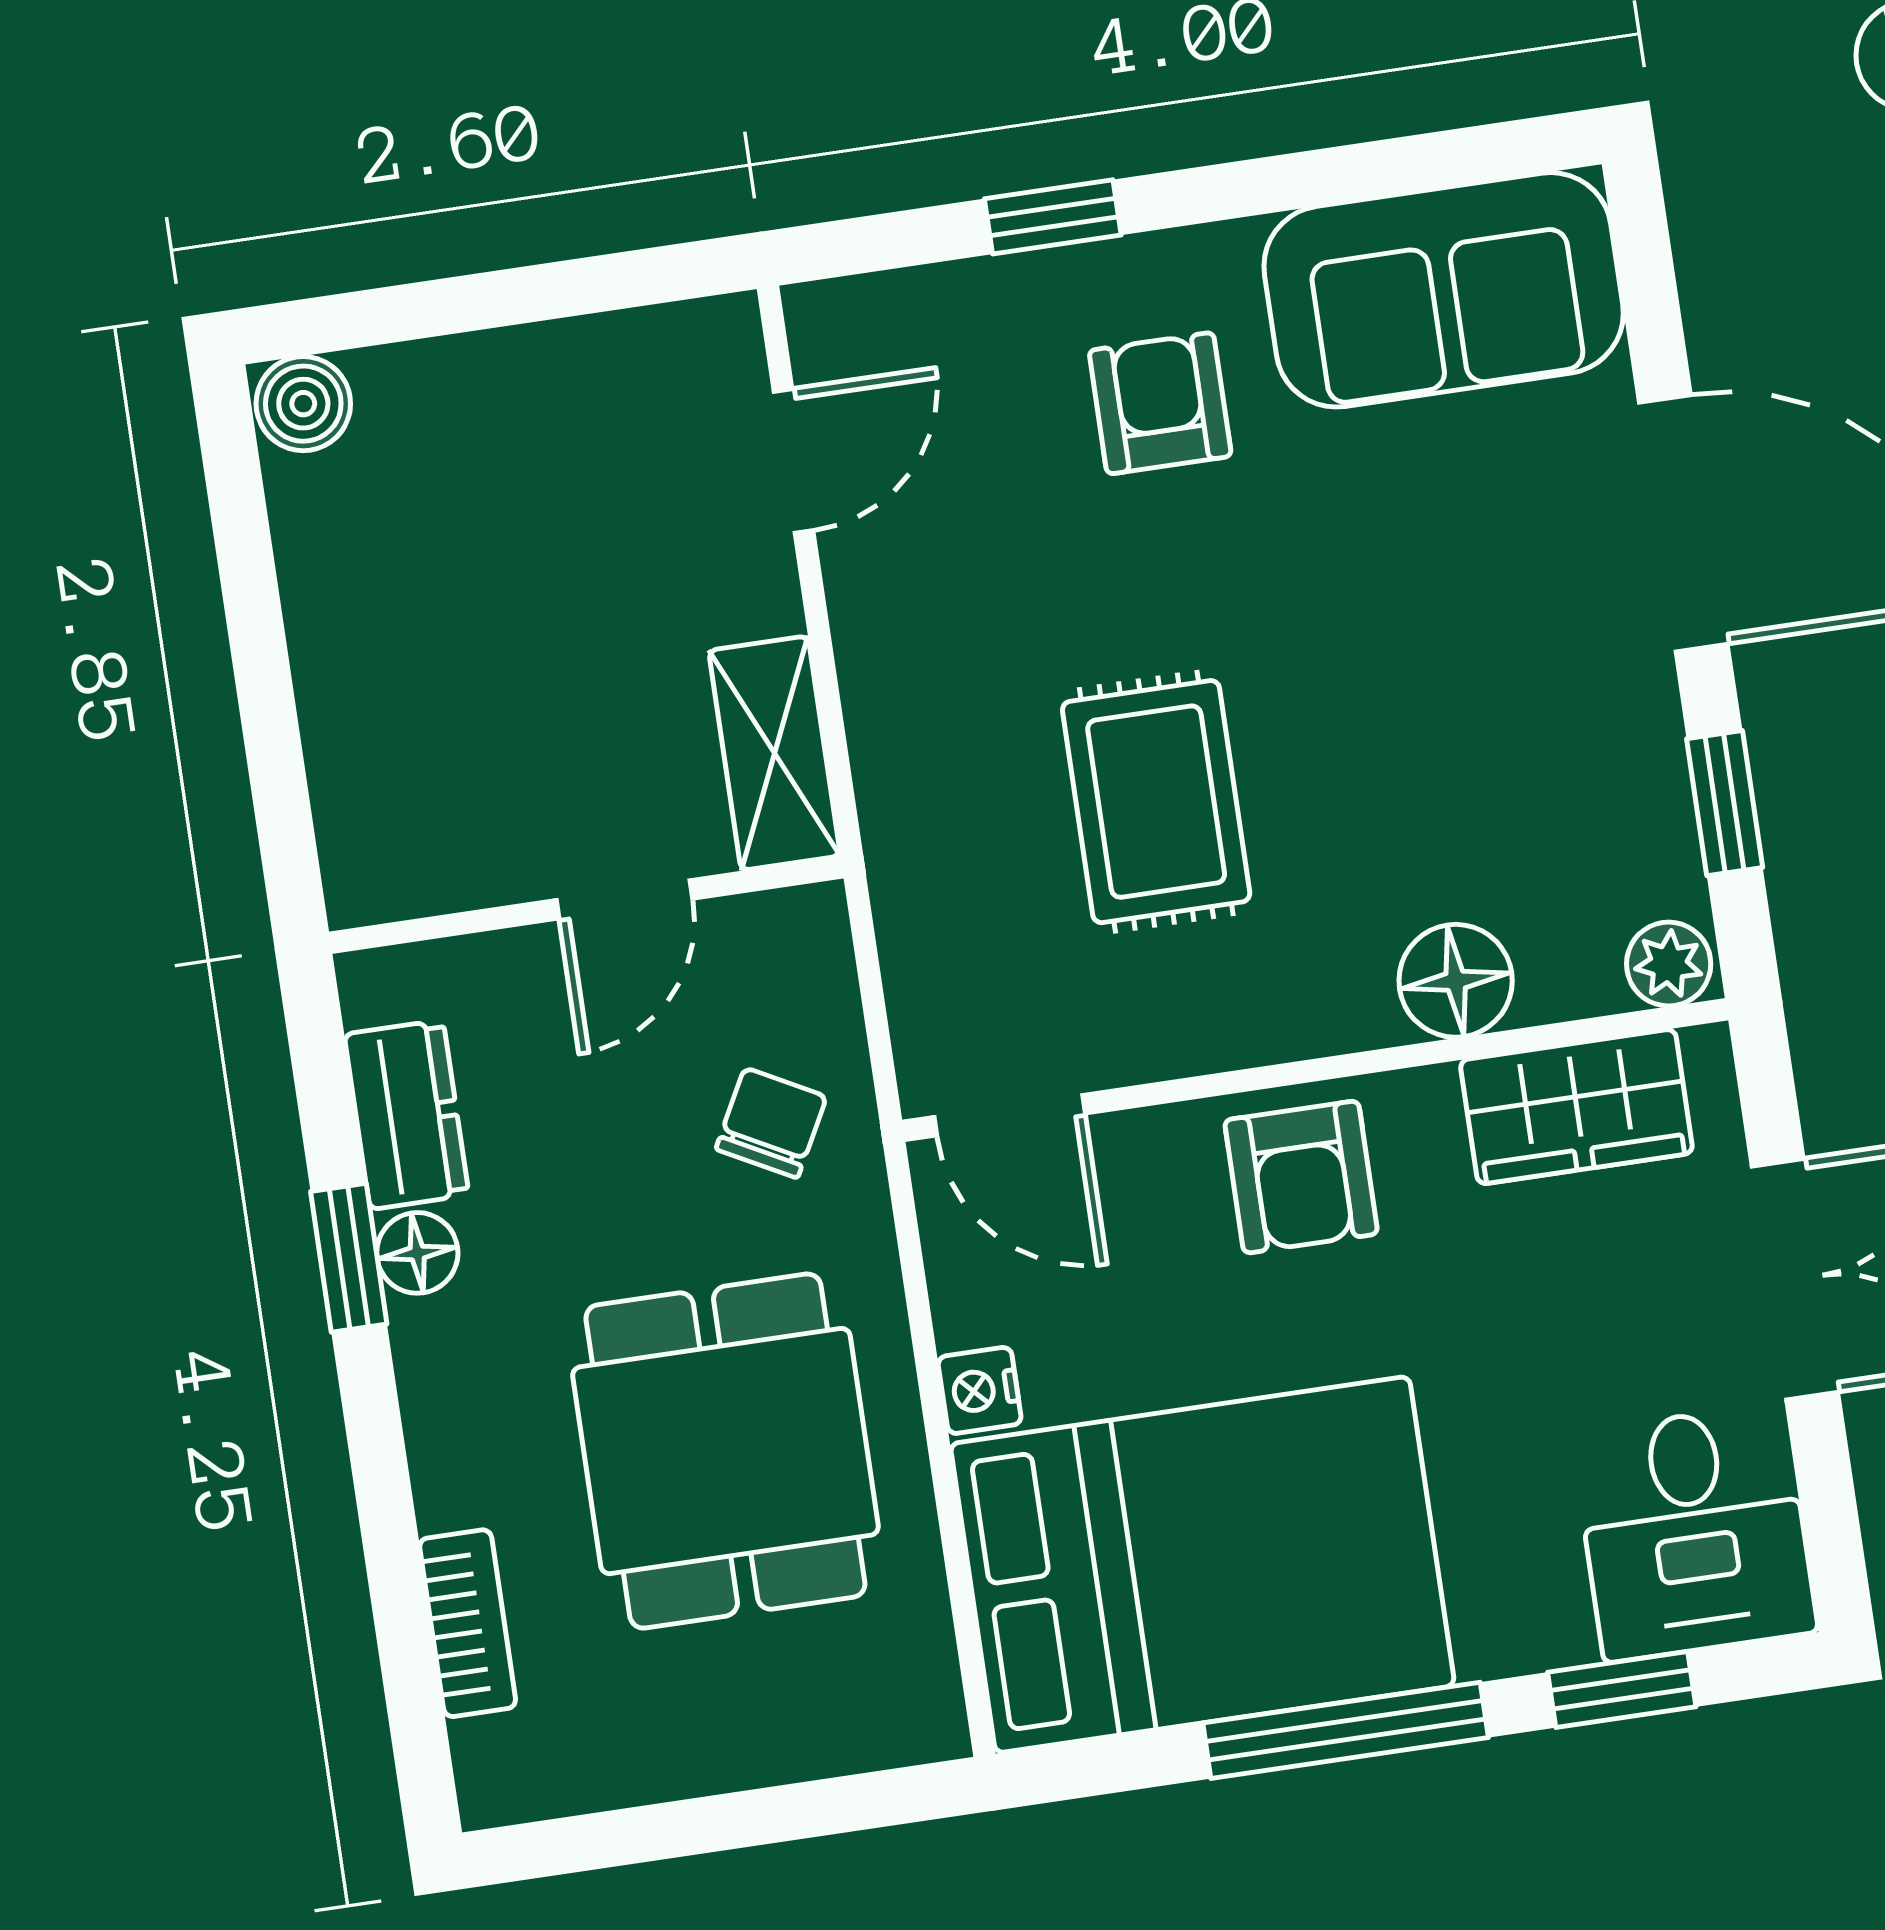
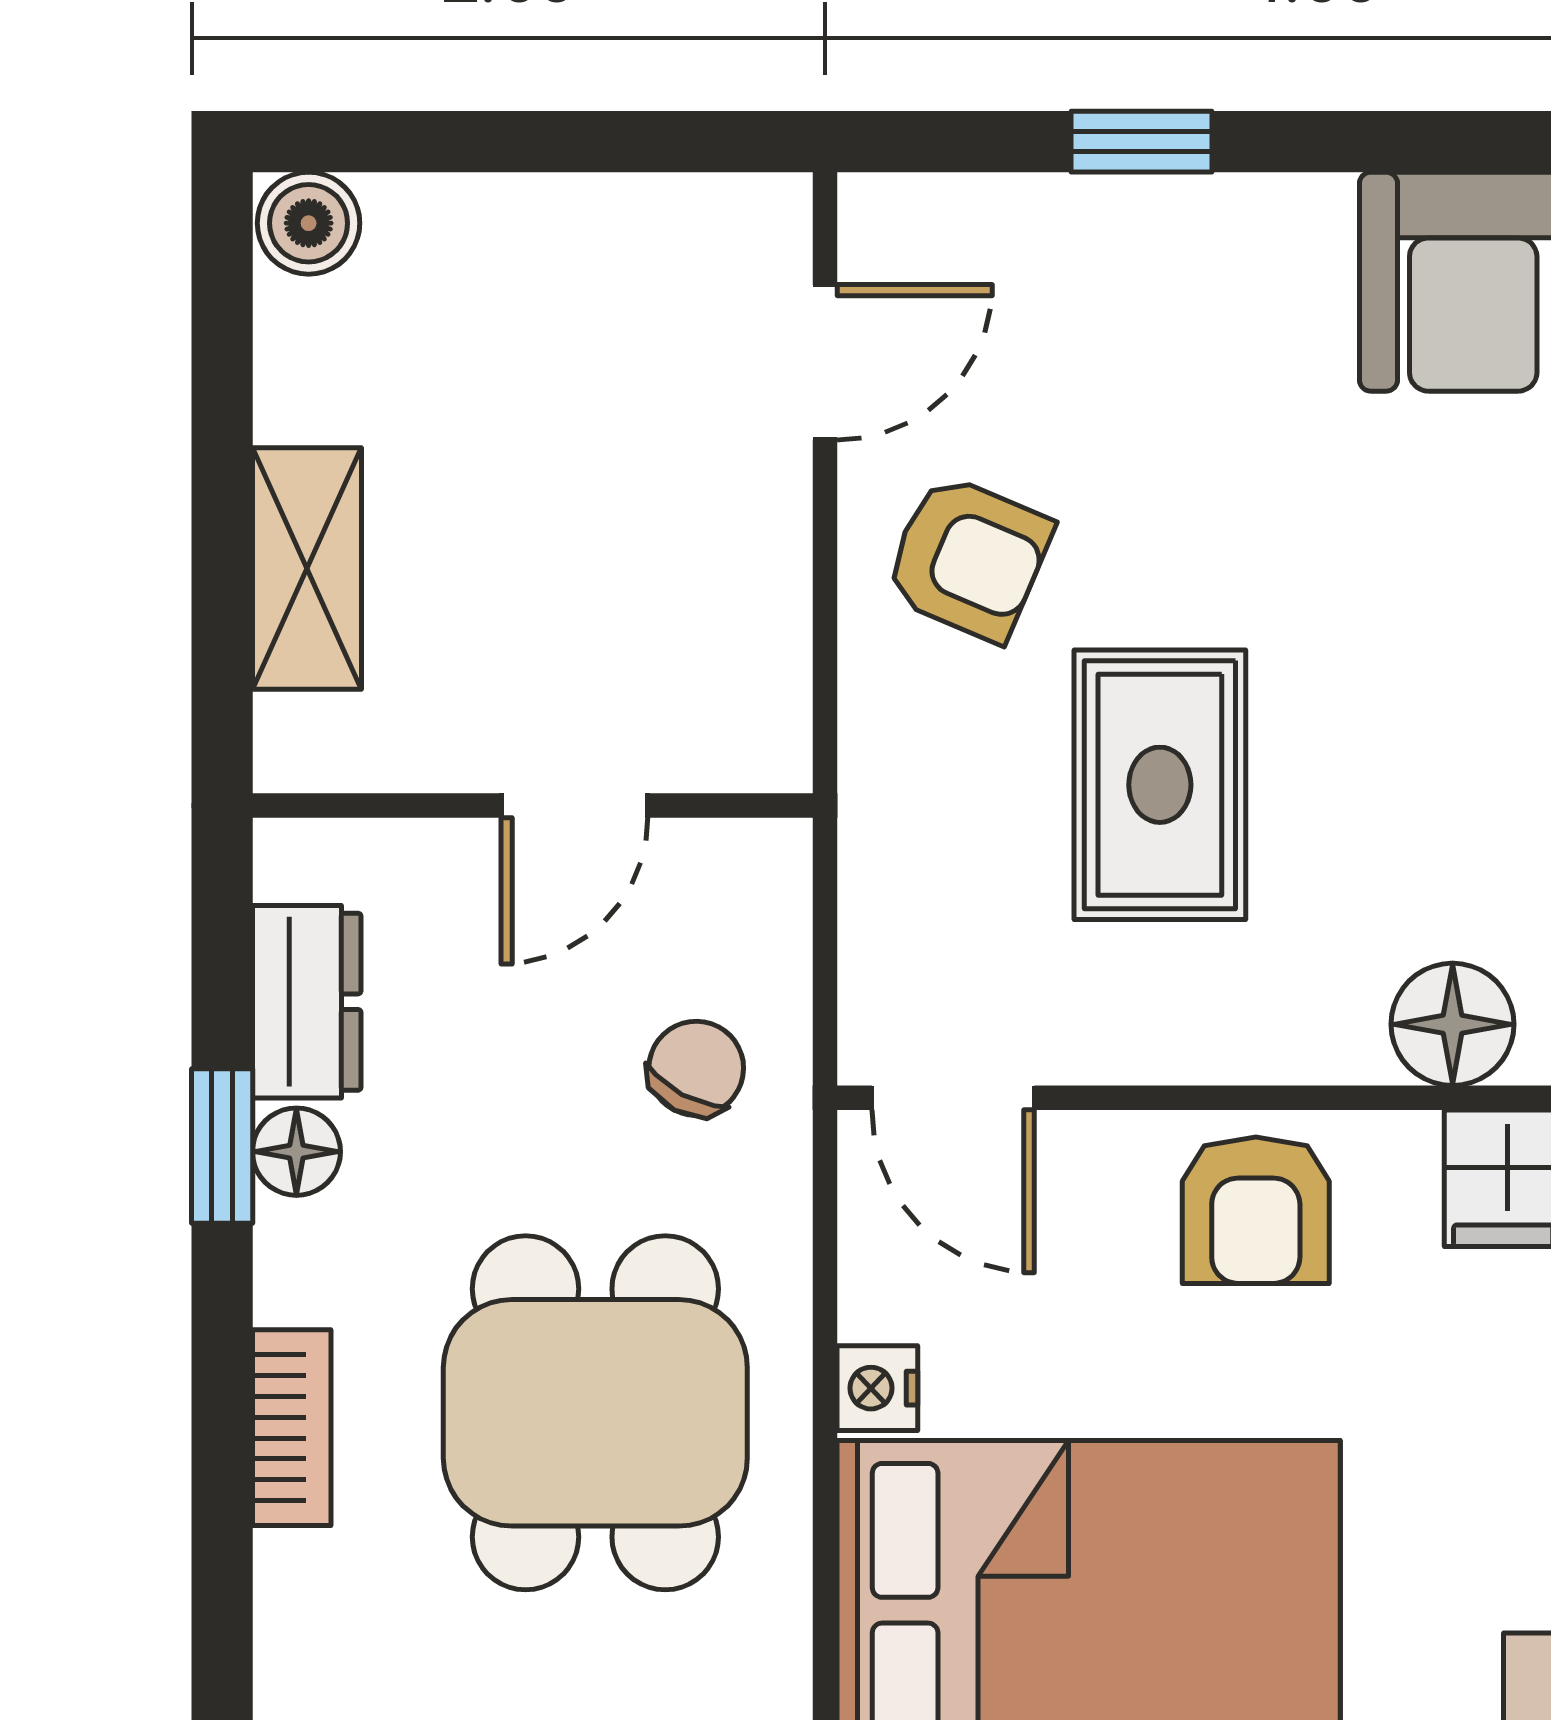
armchair: (1160, 403) -> (968, 558), moved, turned 113
shelving: (775, 753) -> (307, 569), moved
bookcase: (468, 1623) -> (292, 1428), moved

